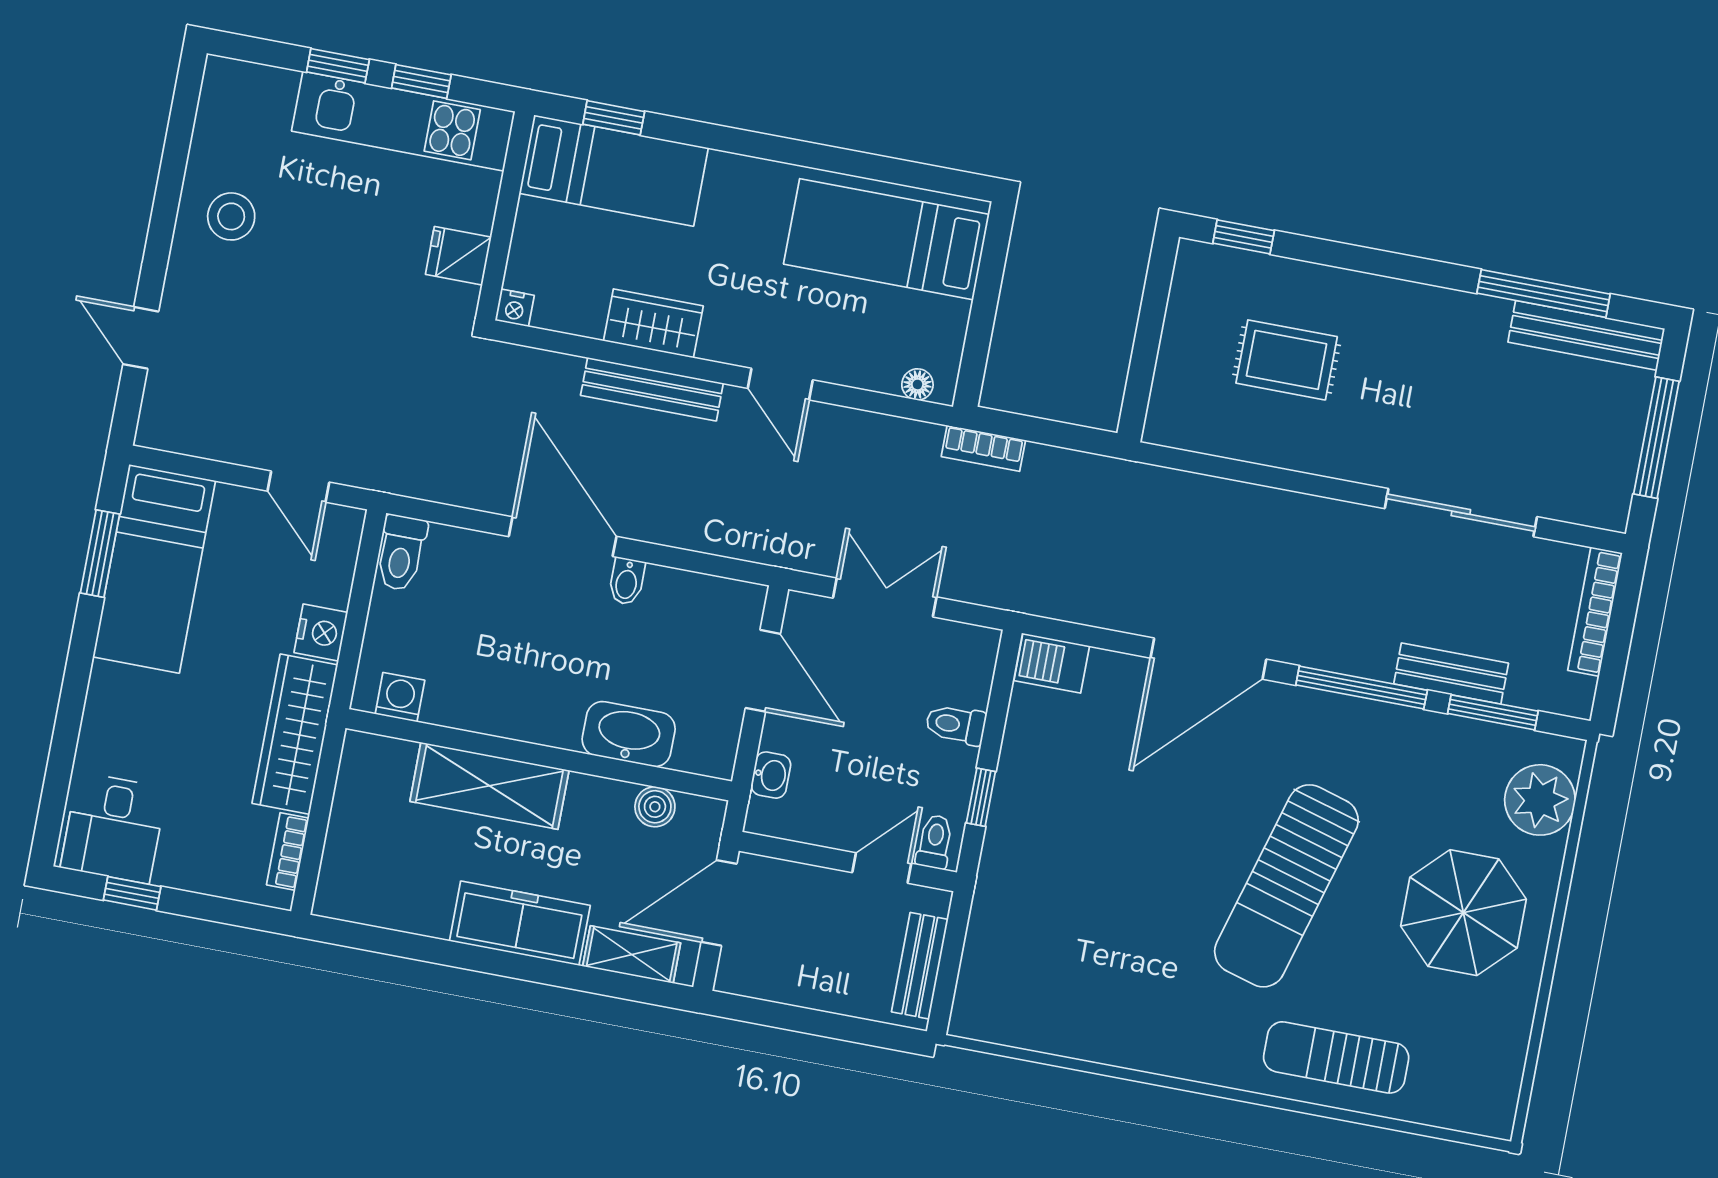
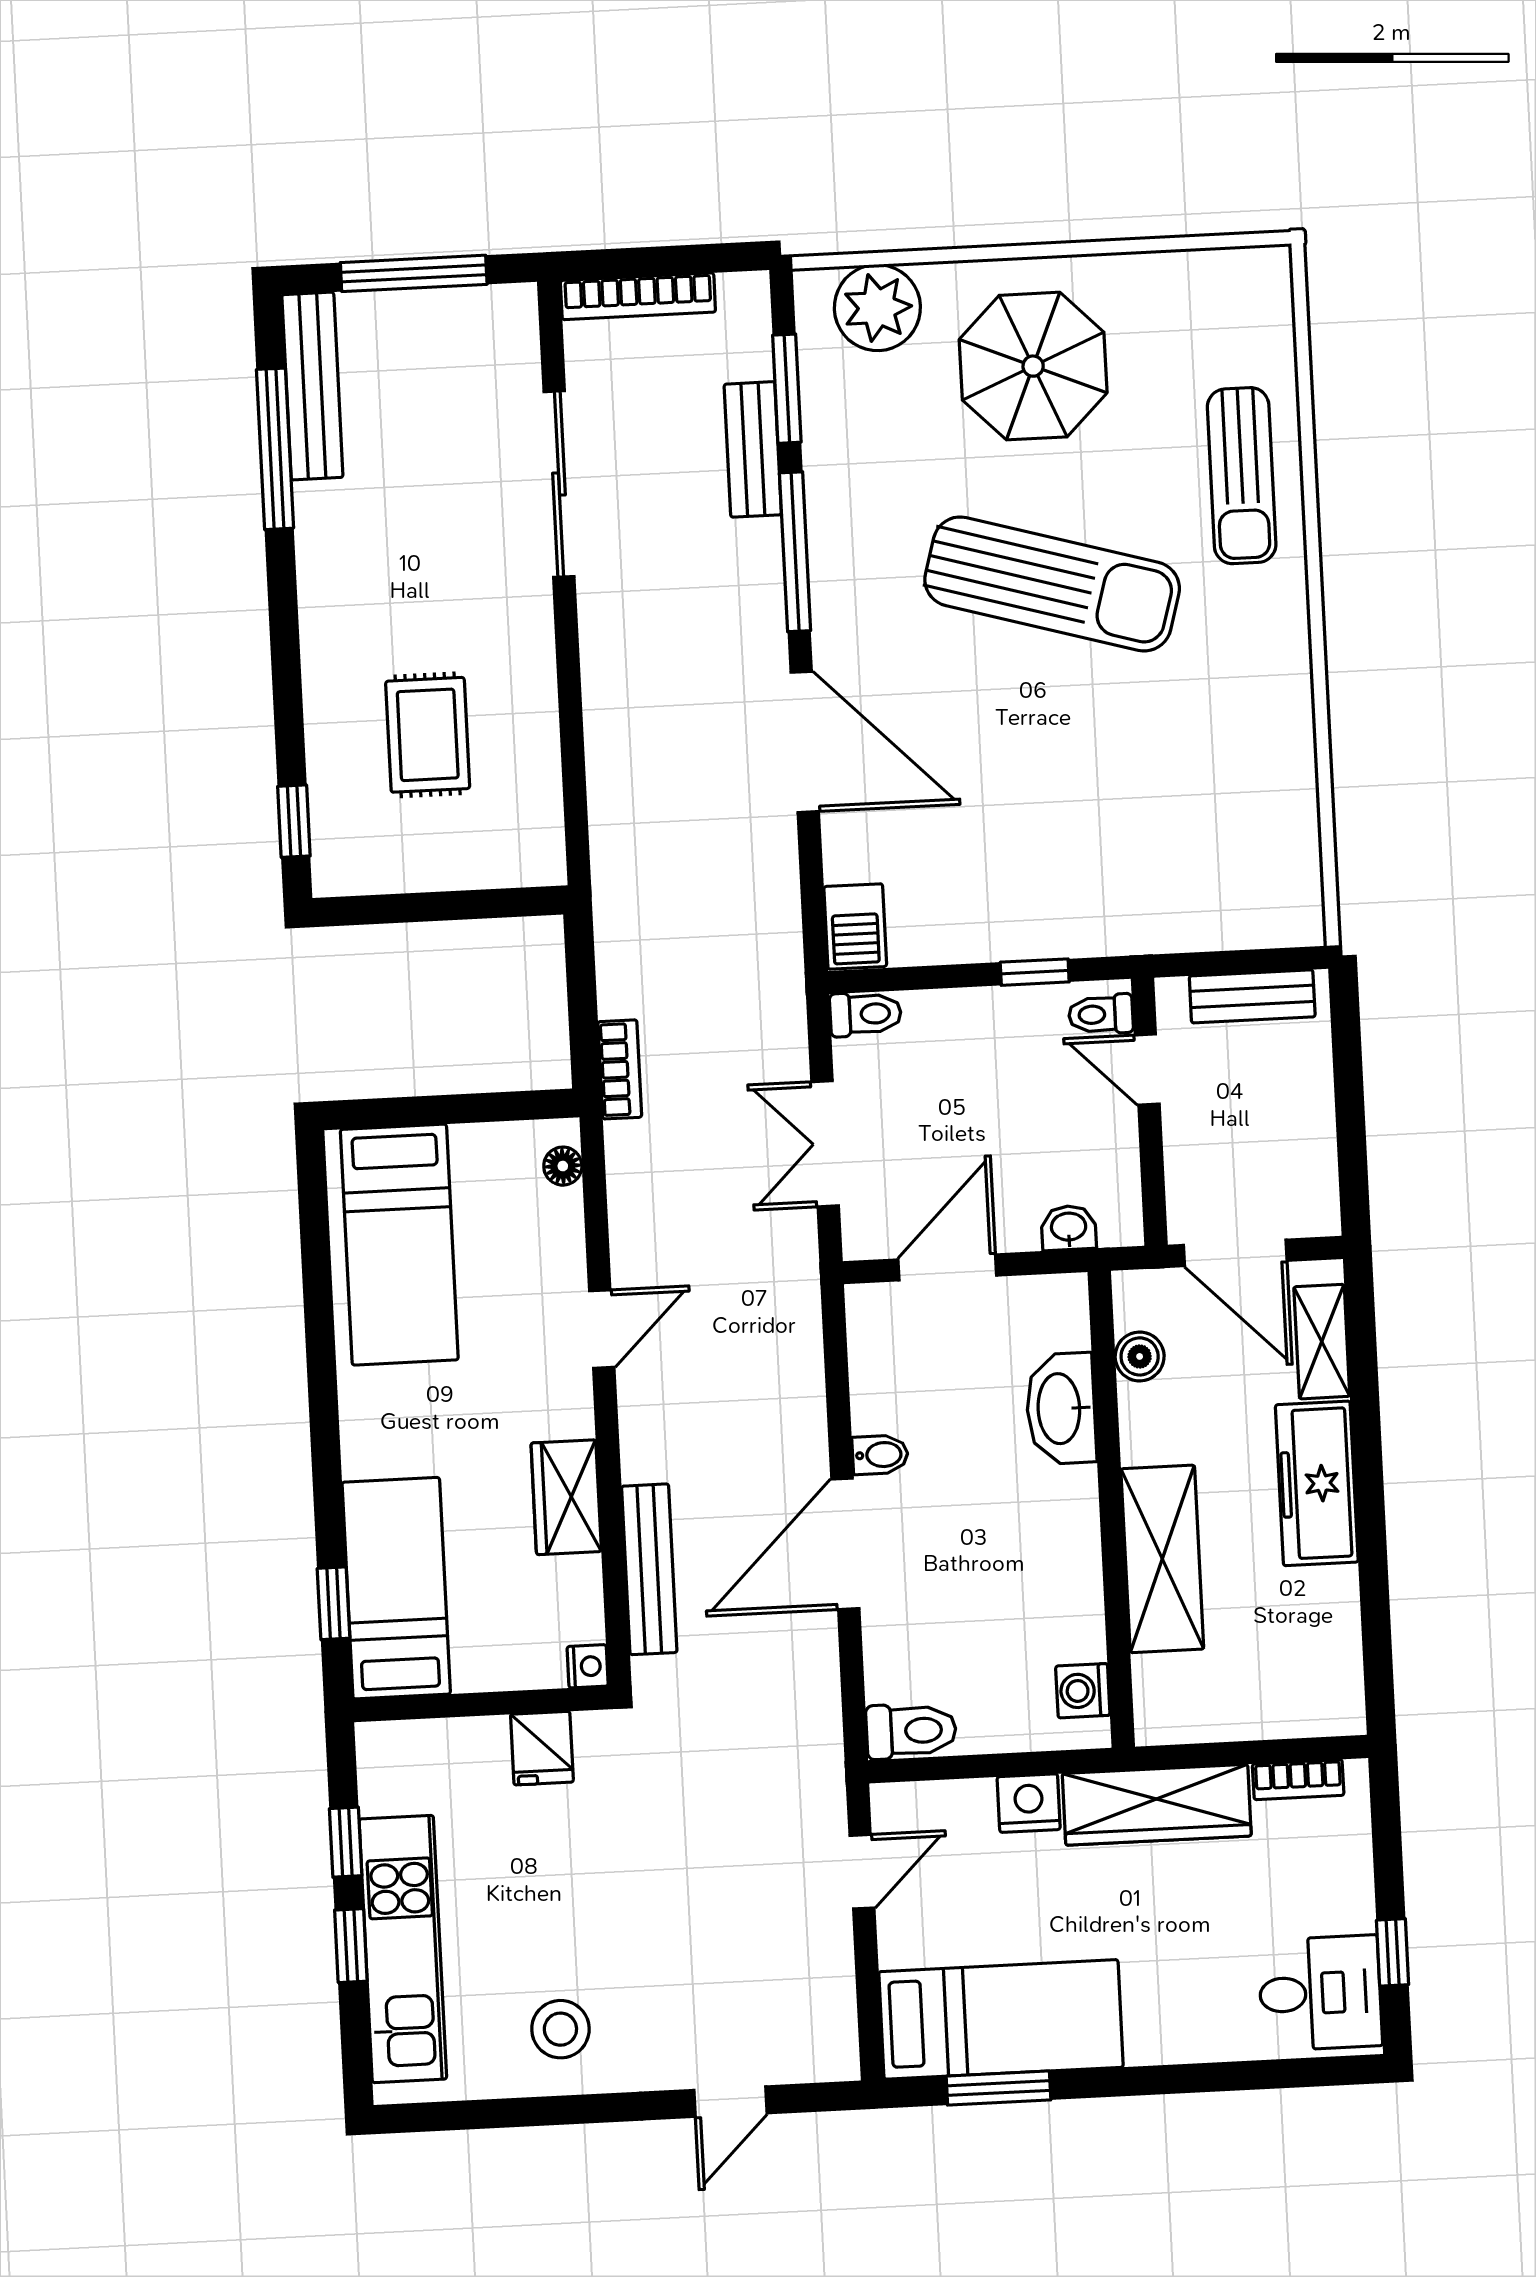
kitchen unit: (403, 121) -> (403, 1949), moved
bench: (652, 389) -> (649, 1569), moved
toilet: (956, 725) -> (865, 1014), moved, turned -90

